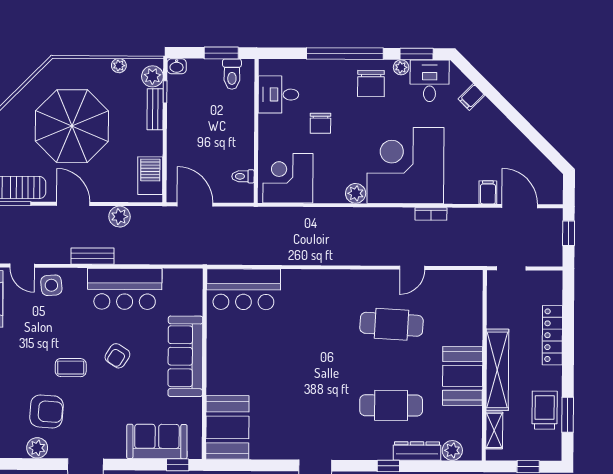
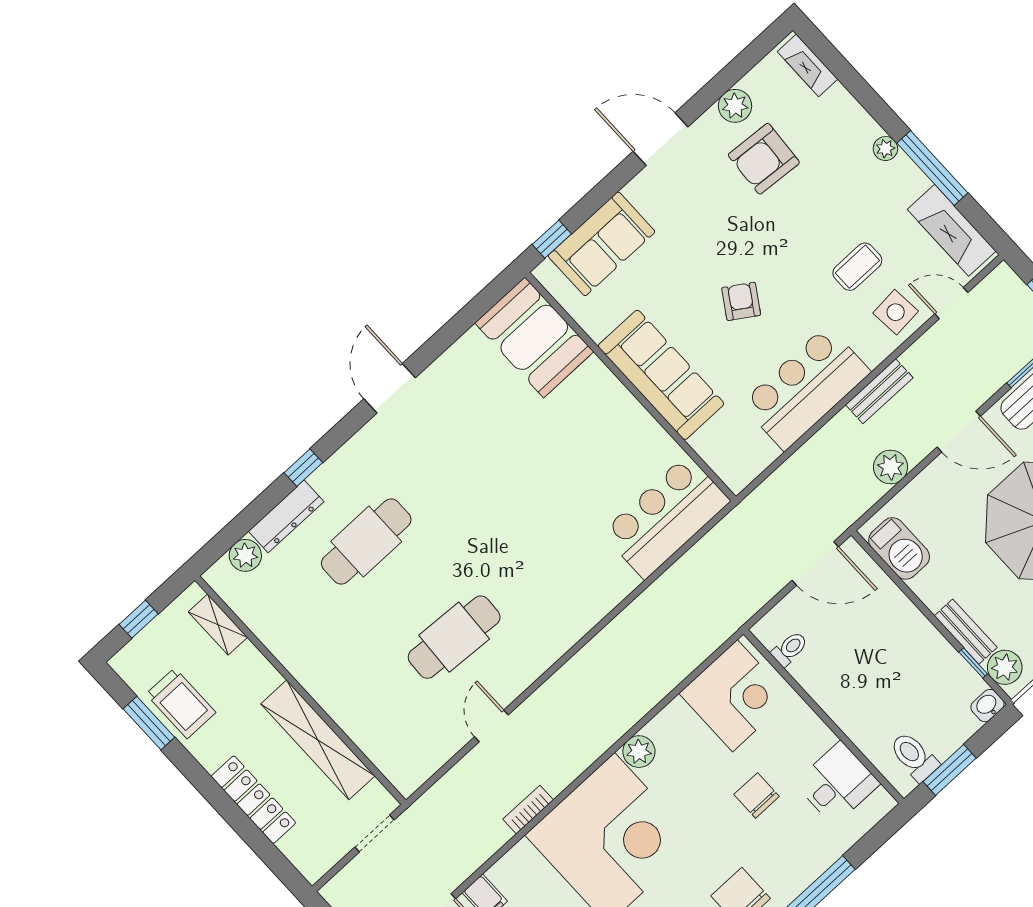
coffee table: (71, 368) -> (857, 267), moved
shelving: (497, 370) -> (318, 740), moved
booth: (463, 376) -> (314, 654), removed

